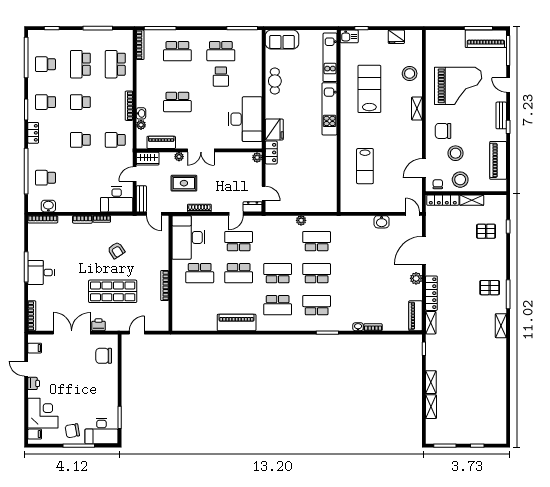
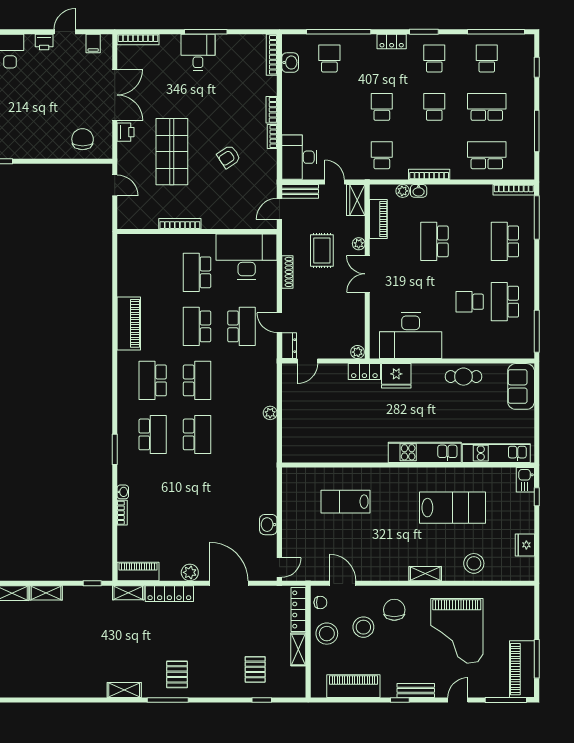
school desk: (317, 241) -> (241, 434), removed

